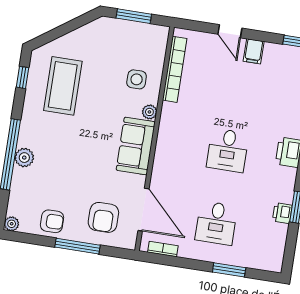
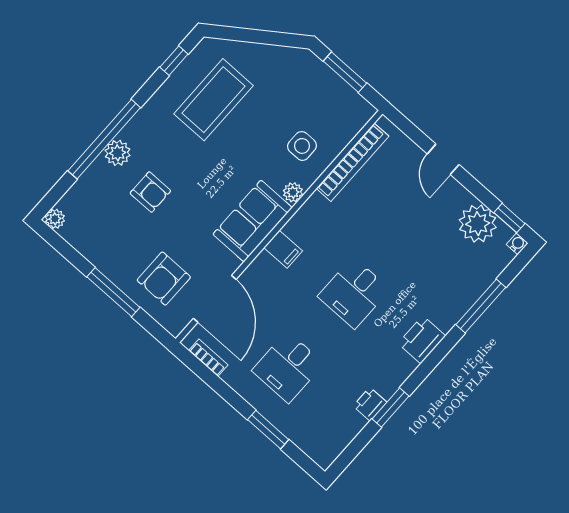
filing cabinet: (254, 51) -> (283, 249), moved, turned -90
plant: (277, 57) -> (478, 224), added
armchair: (52, 221) -> (150, 192), moved

